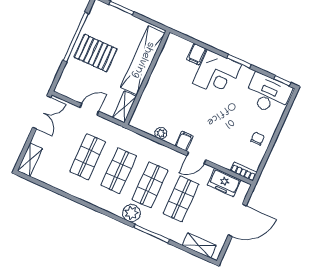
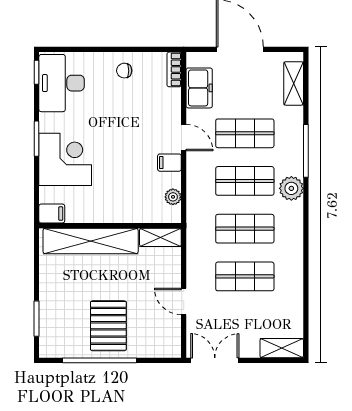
filing cabinet: (197, 54) -> (52, 214), moved
shelving: (143, 60) -> (91, 241), moved
wall: (147, 78) -> (110, 226), moved
shelving: (124, 107) -> (160, 237), moved

